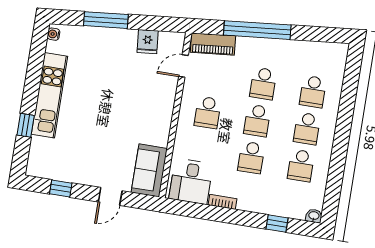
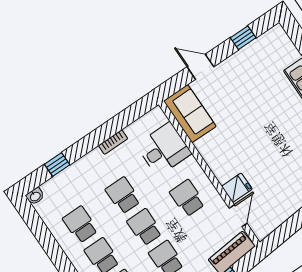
fridge: (148, 42) -> (237, 188), moved, turned 95
desk: (191, 181) -> (164, 149), moved, turned 90
door: (110, 196) -> (200, 67), hinge flipped

